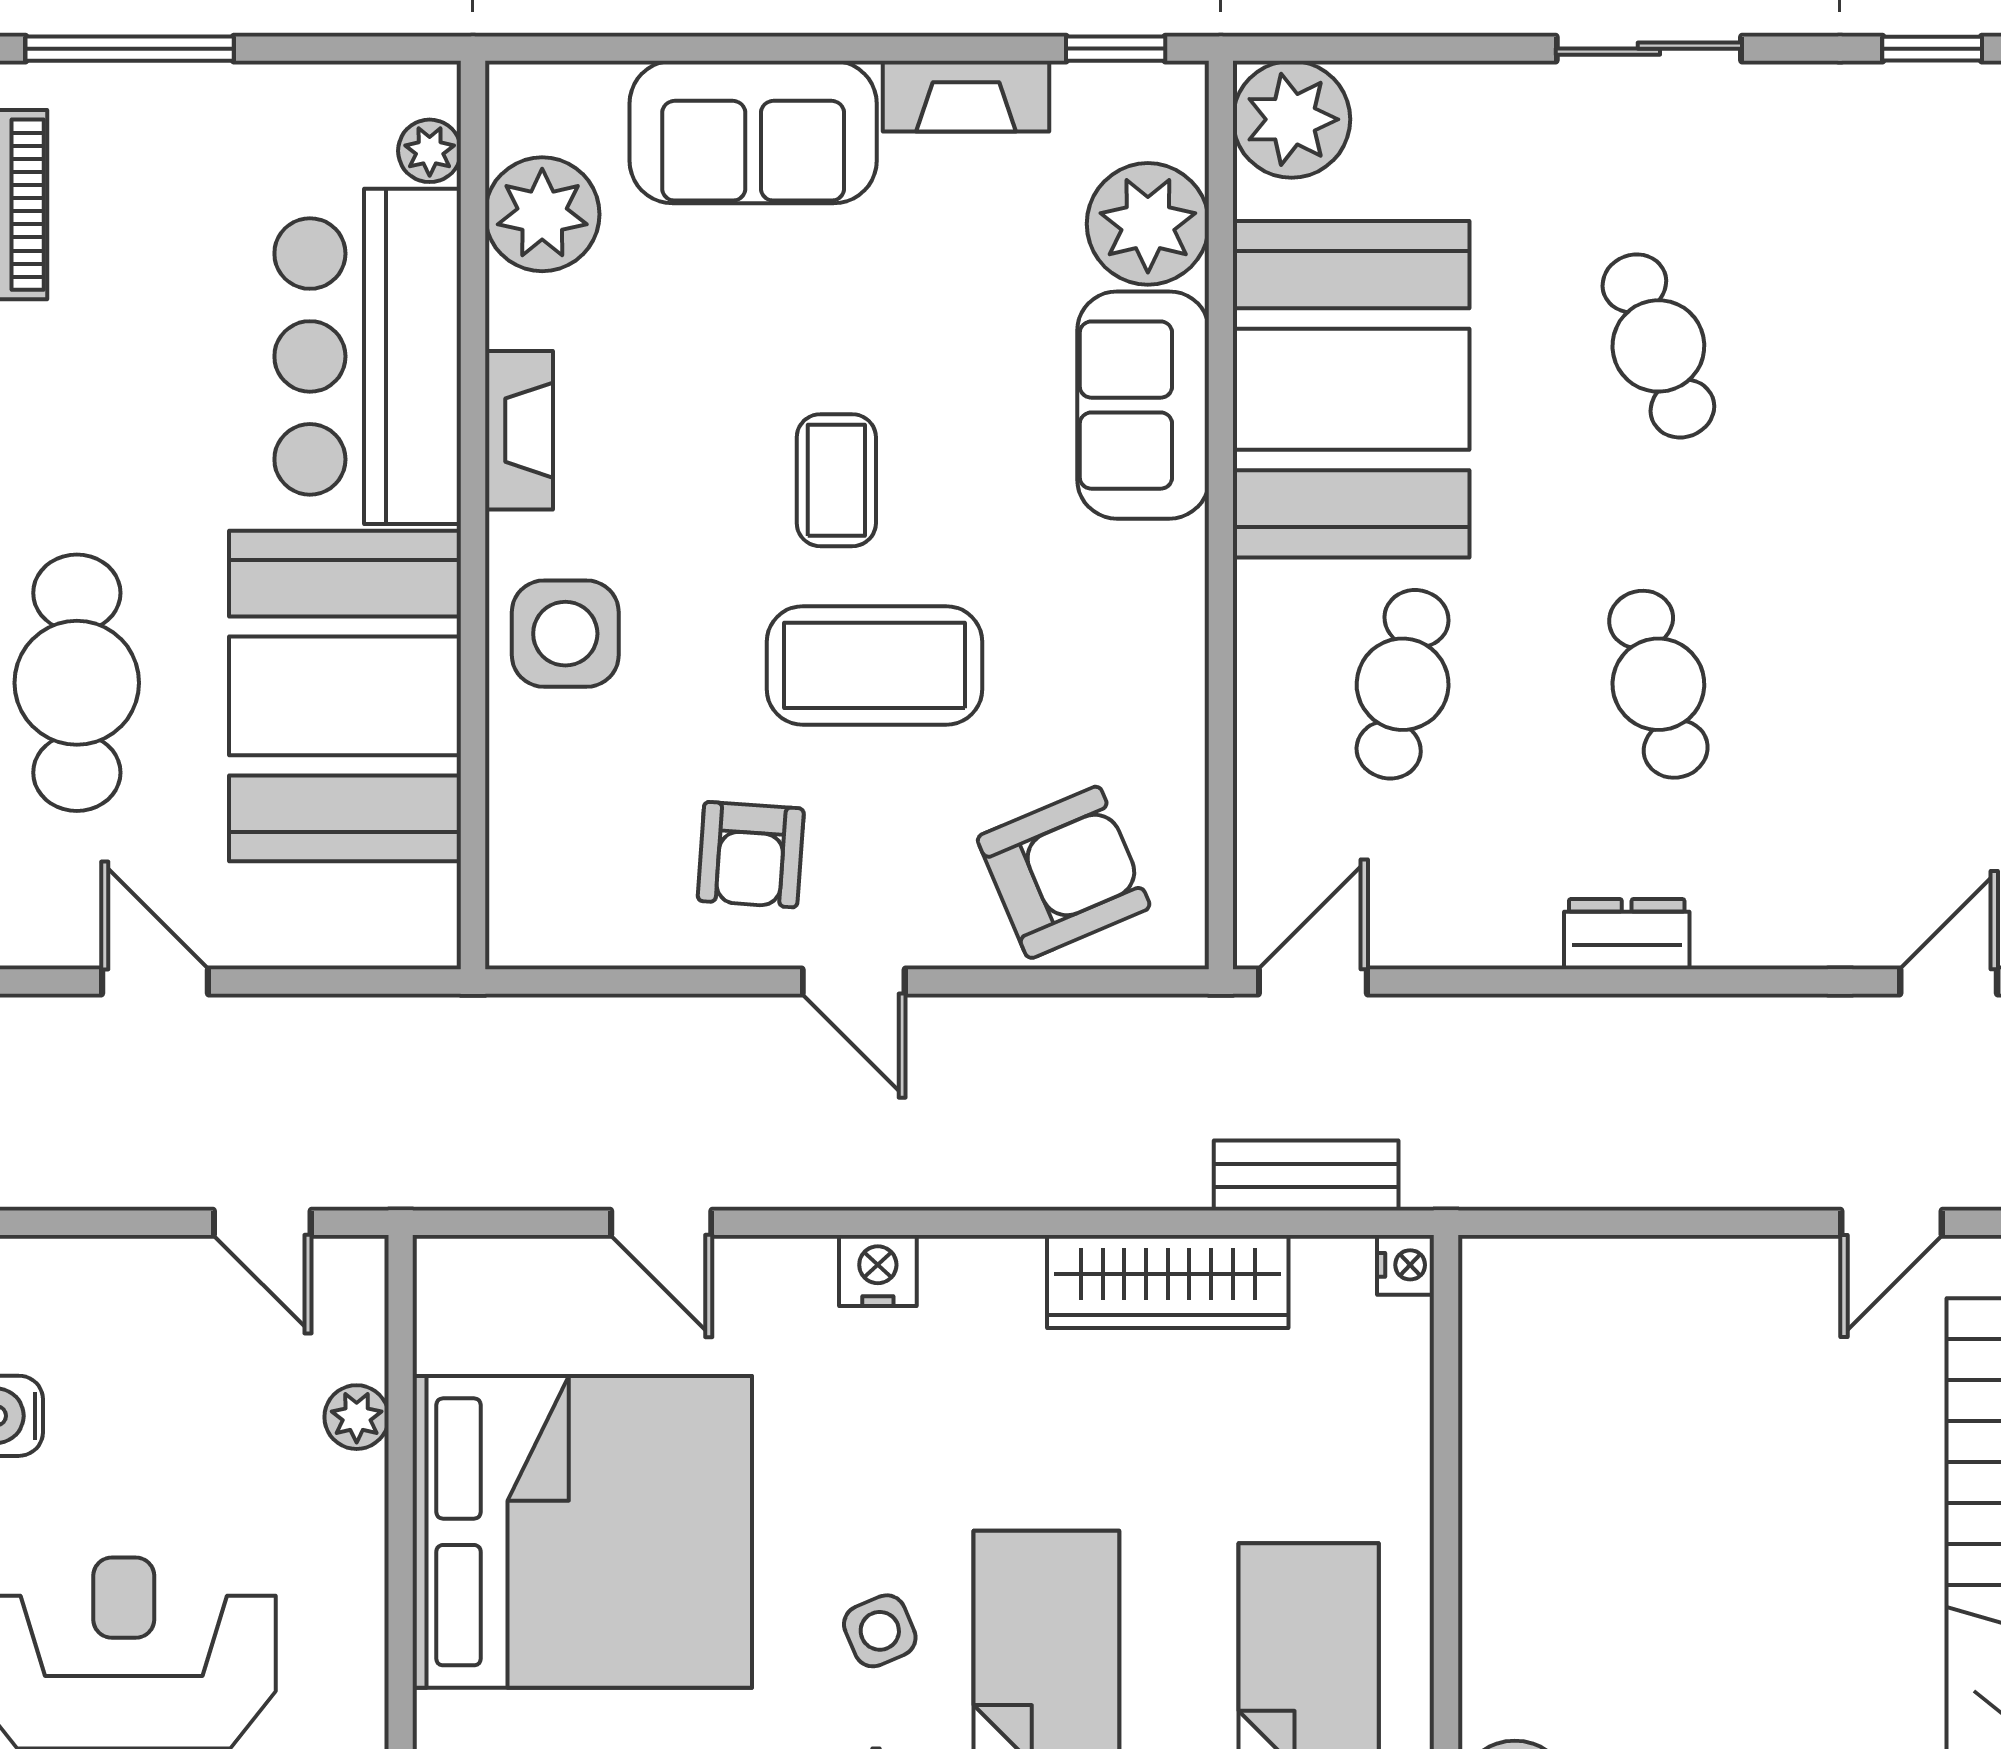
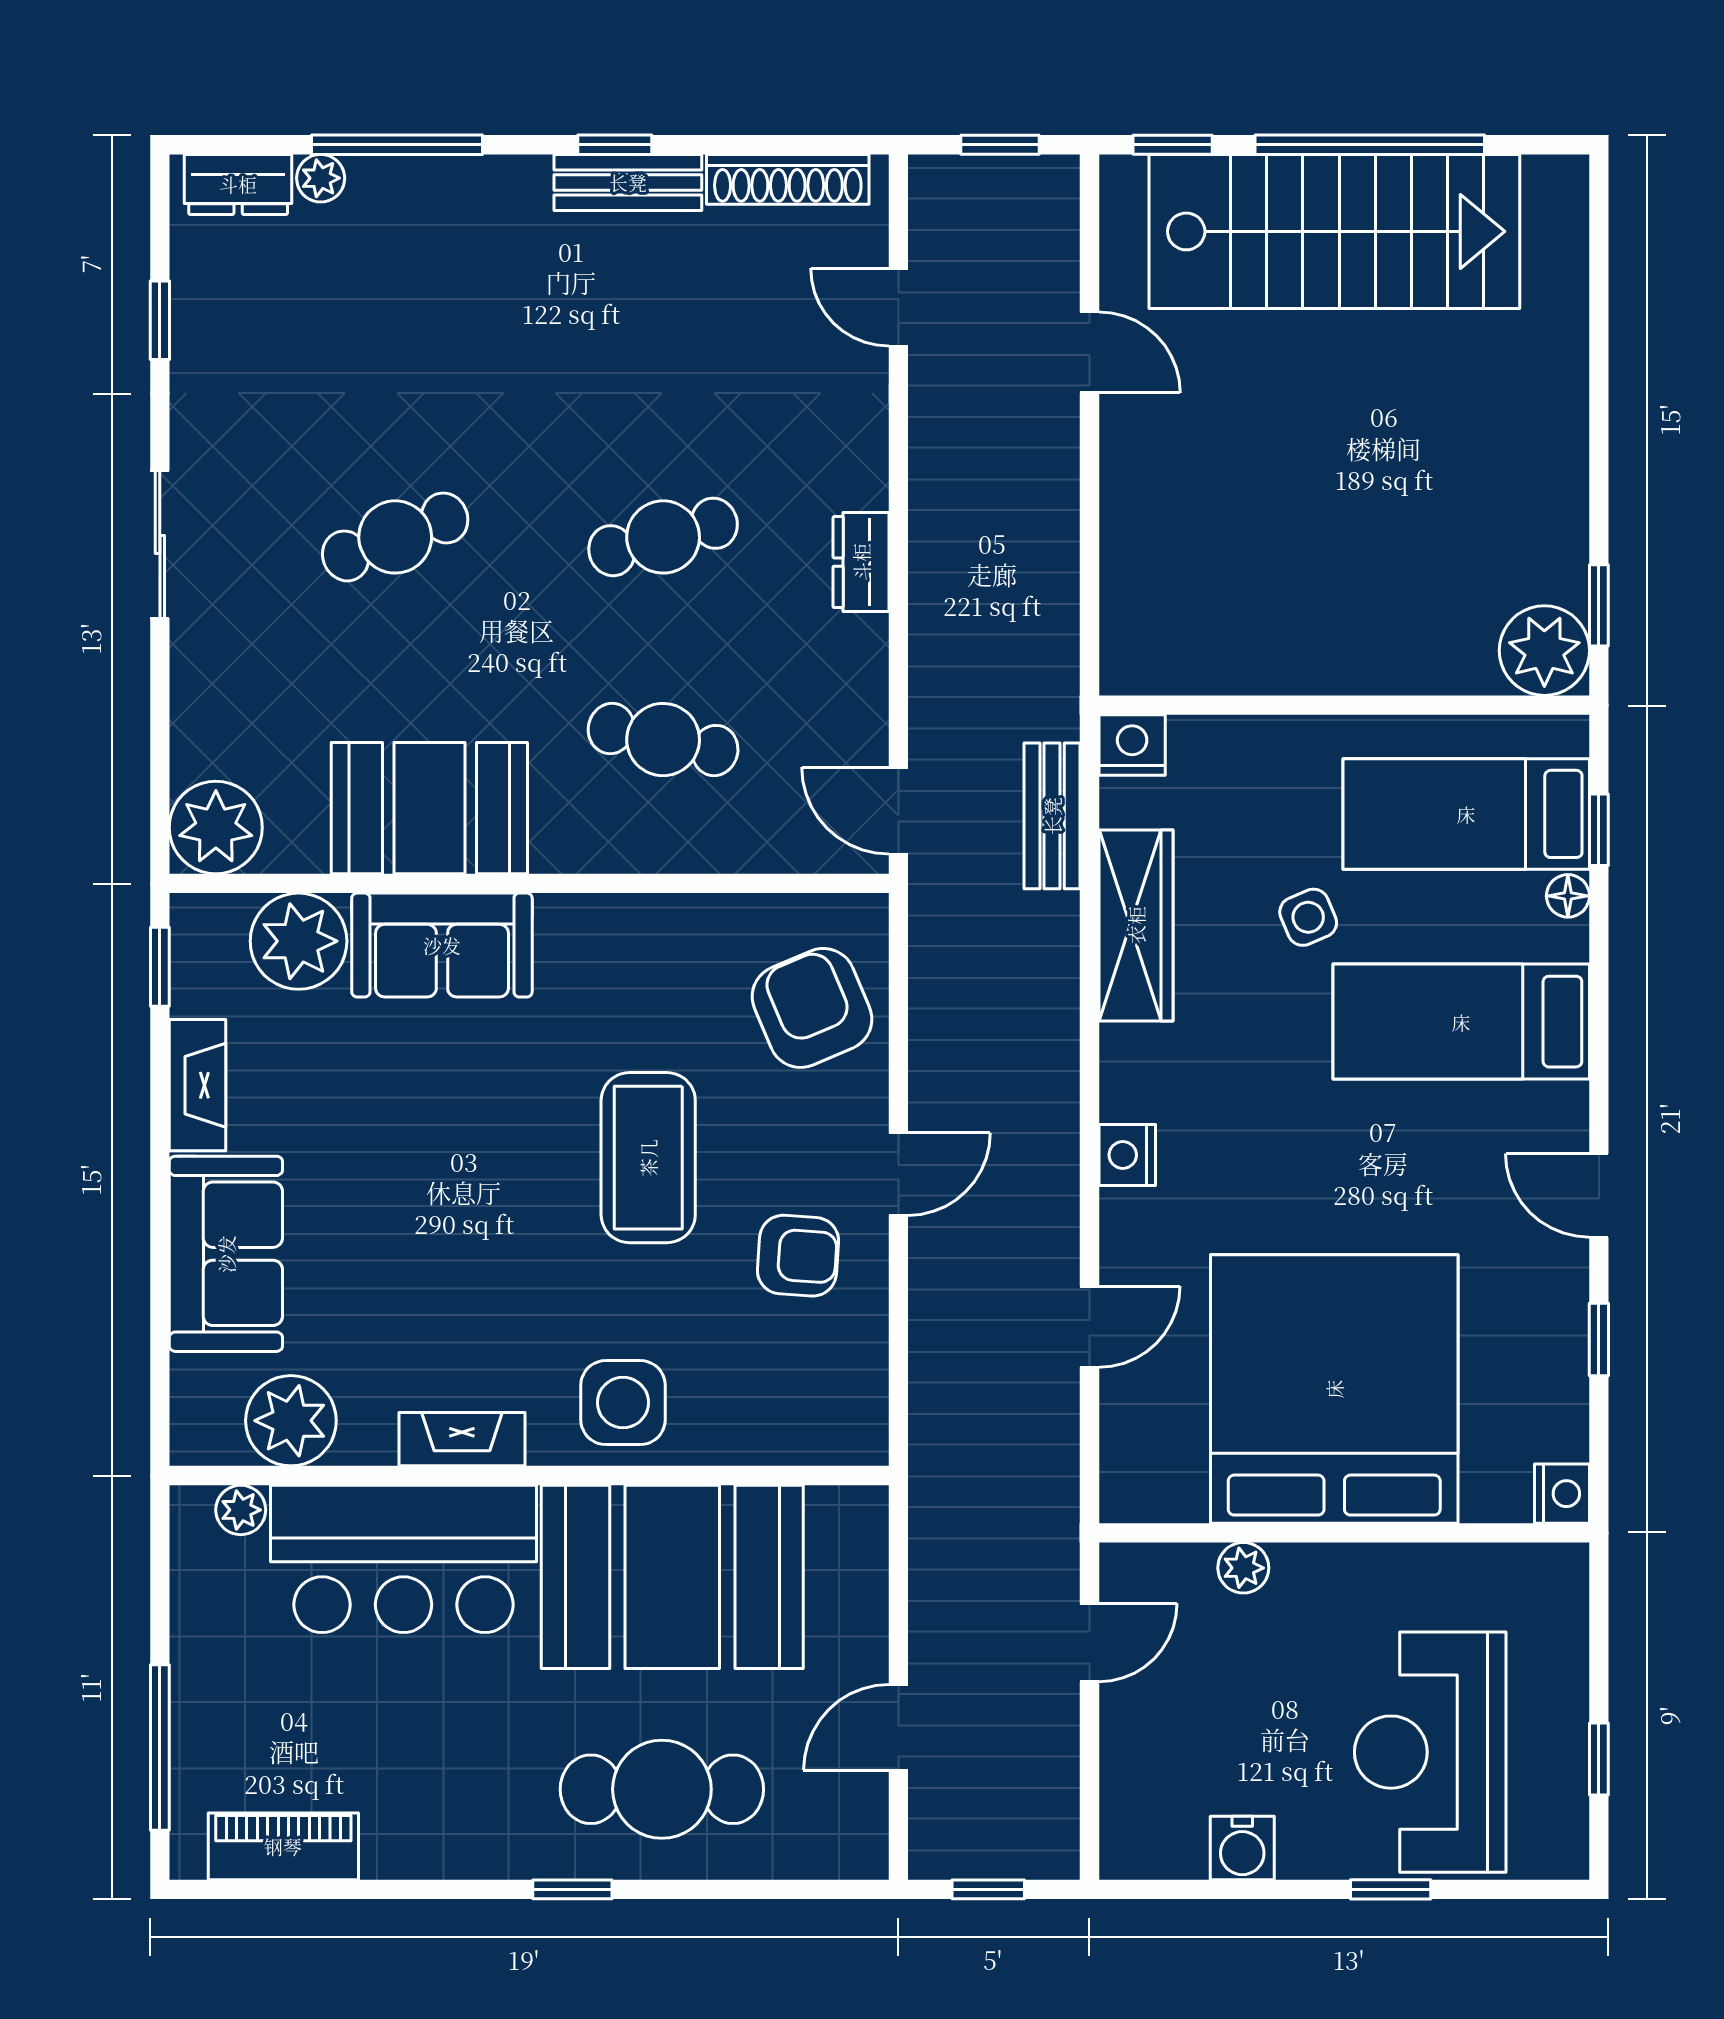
booth: (1351, 389) -> (429, 808), width x0.73, depth x0.70
coffee table: (836, 480) -> (502, 1188), removed
nightstand: (1406, 1265) -> (1132, 745), width x1.39, depth x1.35
side table: (880, 1631) -> (1308, 917), moved

